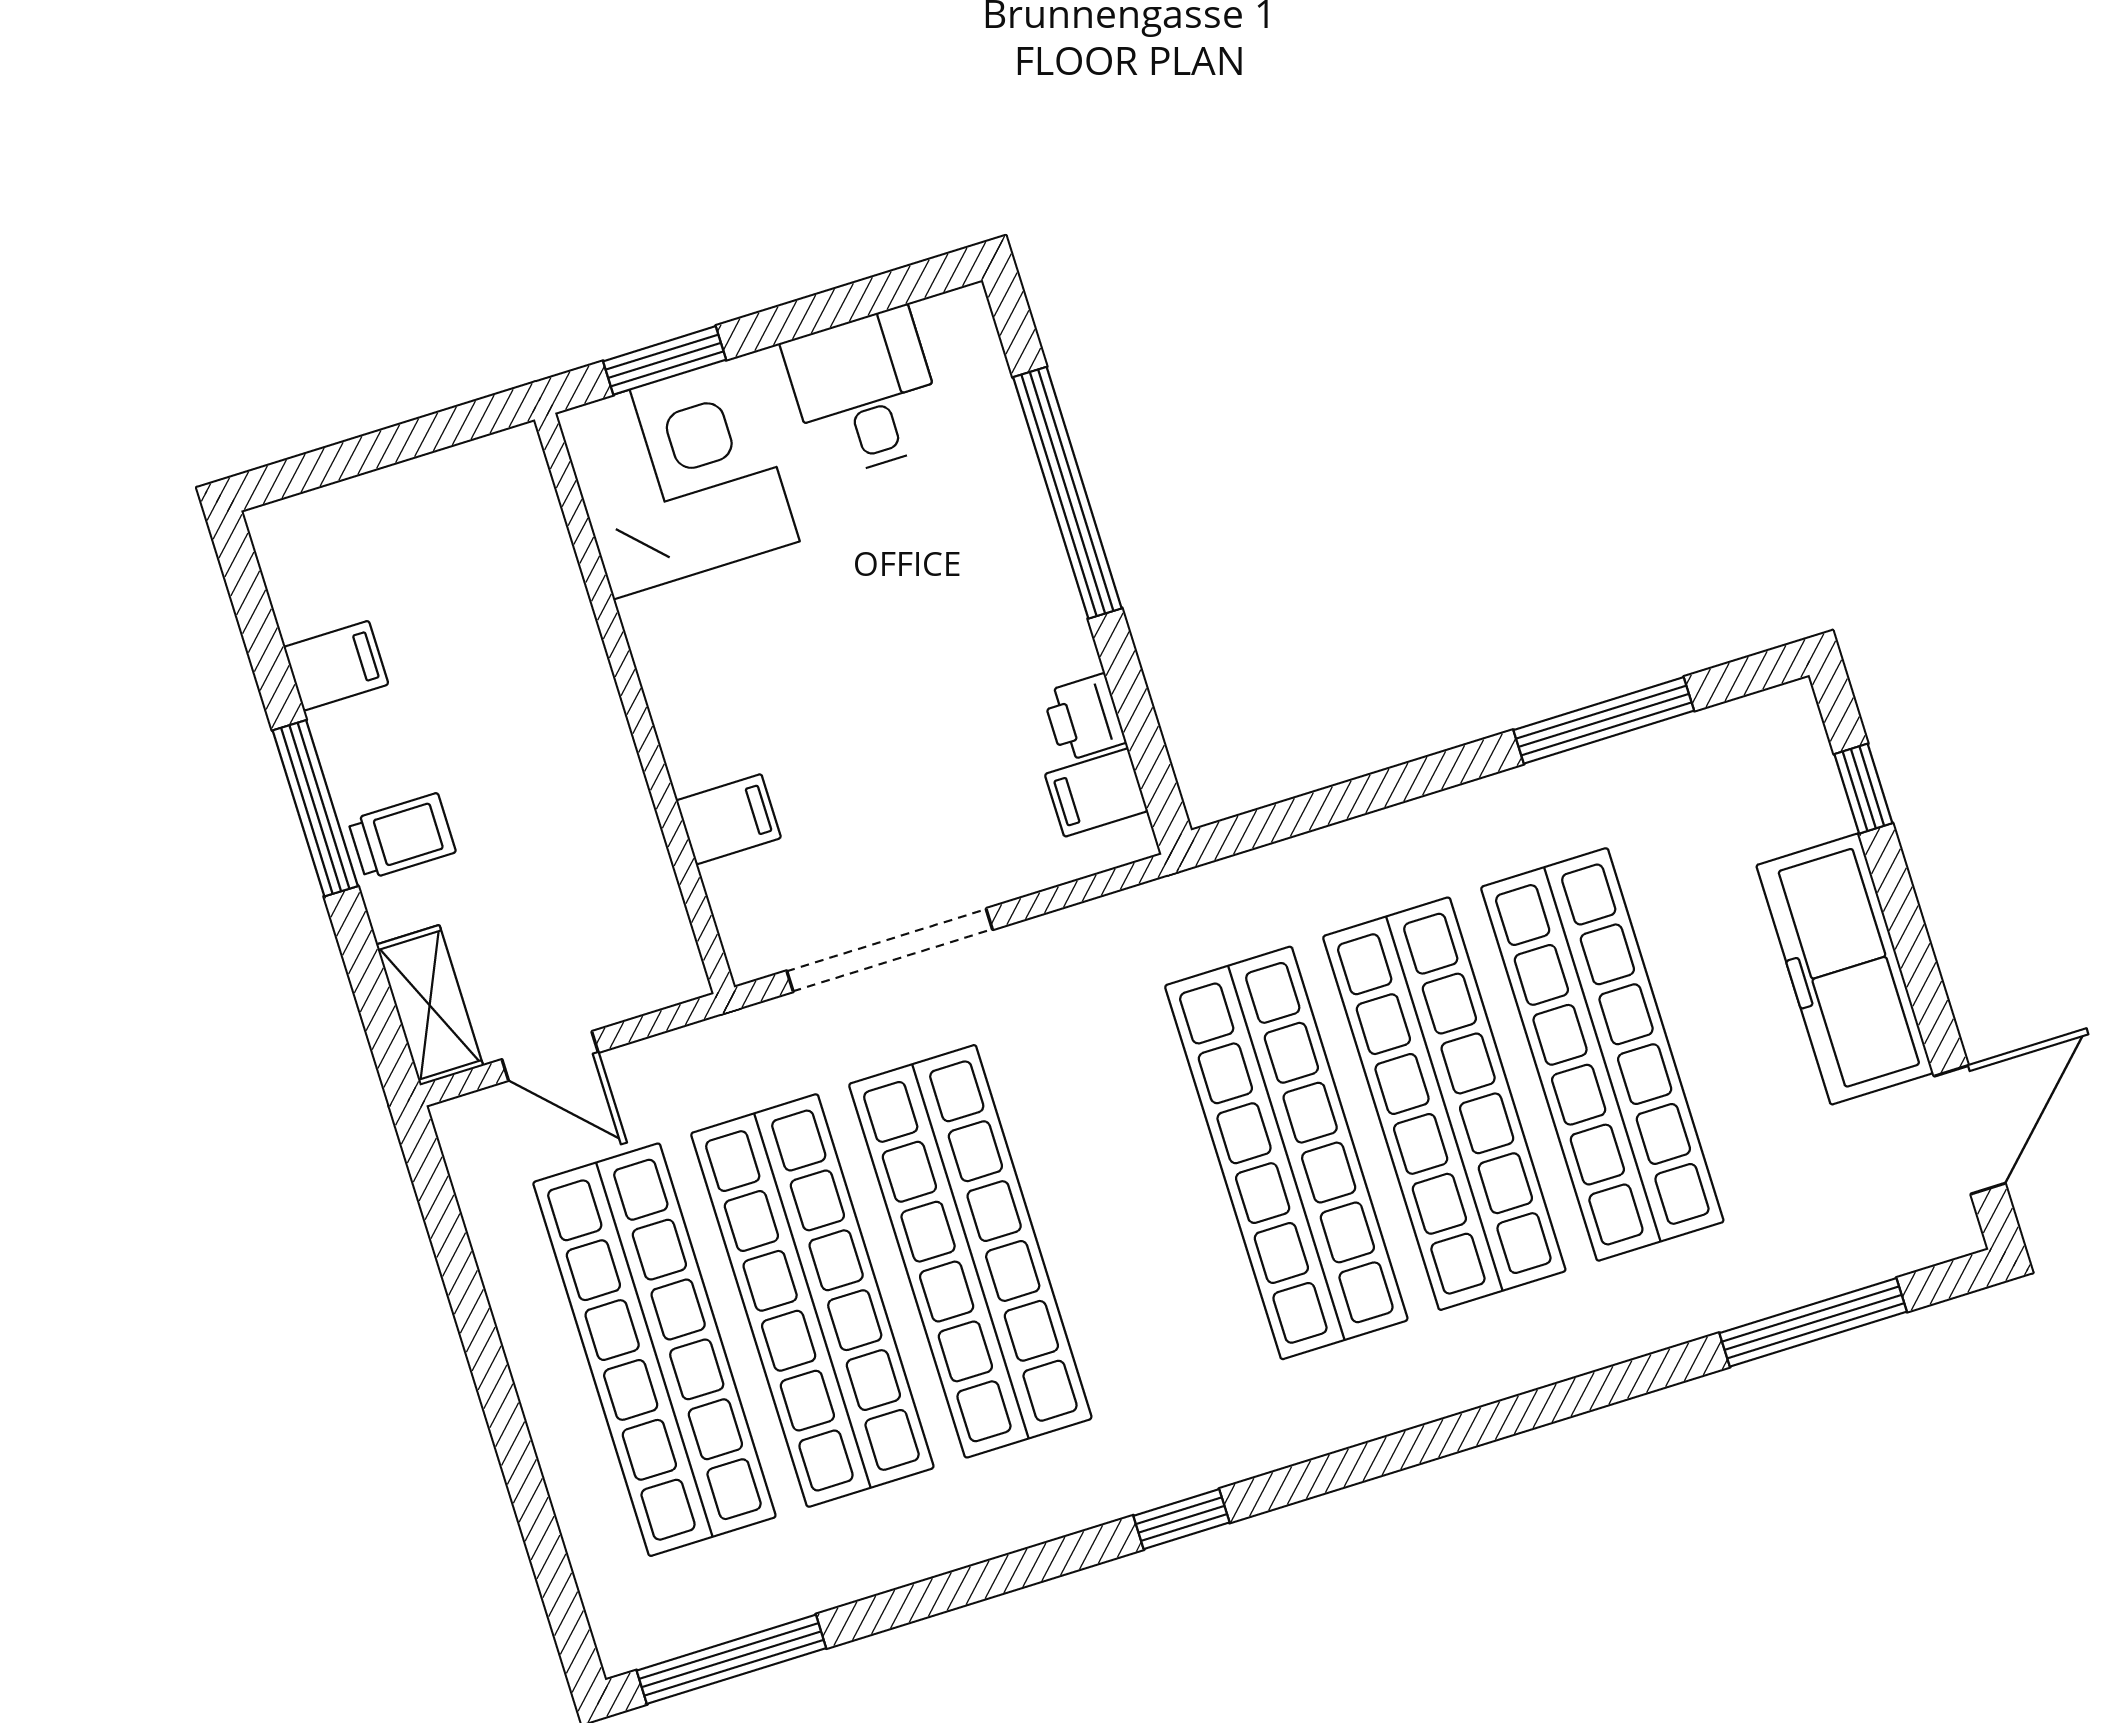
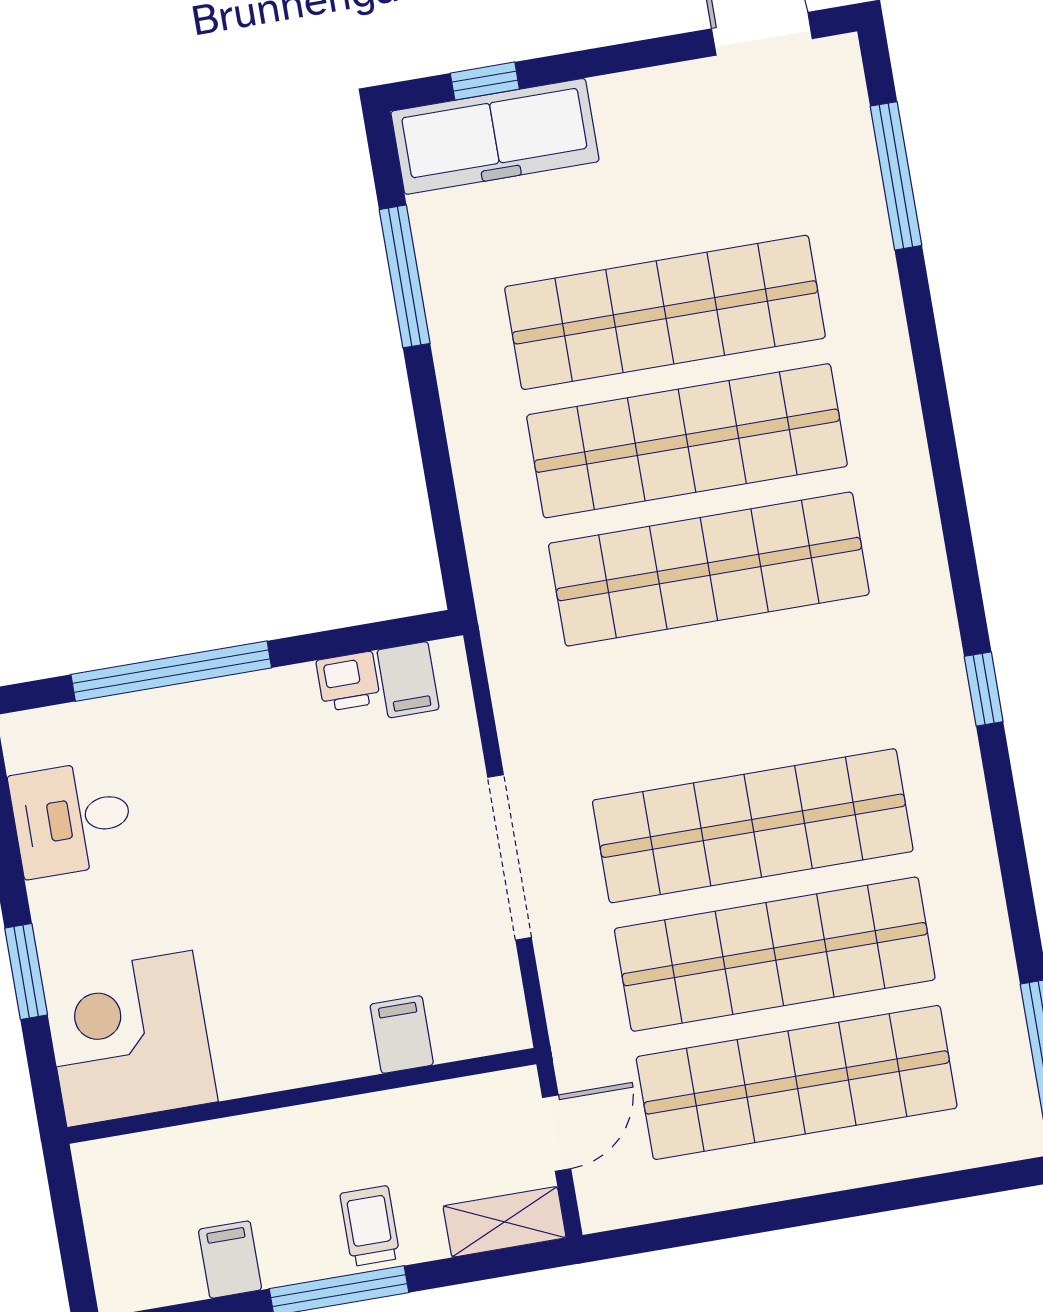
corner desk: (677, 477) -> (130, 1039), moved
wall: (634, 703) -> (302, 1096), moved
filing cabinet: (729, 819) -> (402, 1035), moved
freezer: (1845, 969) -> (495, 136), moved

